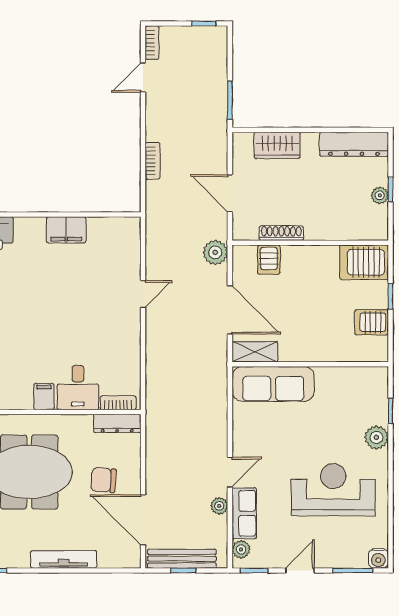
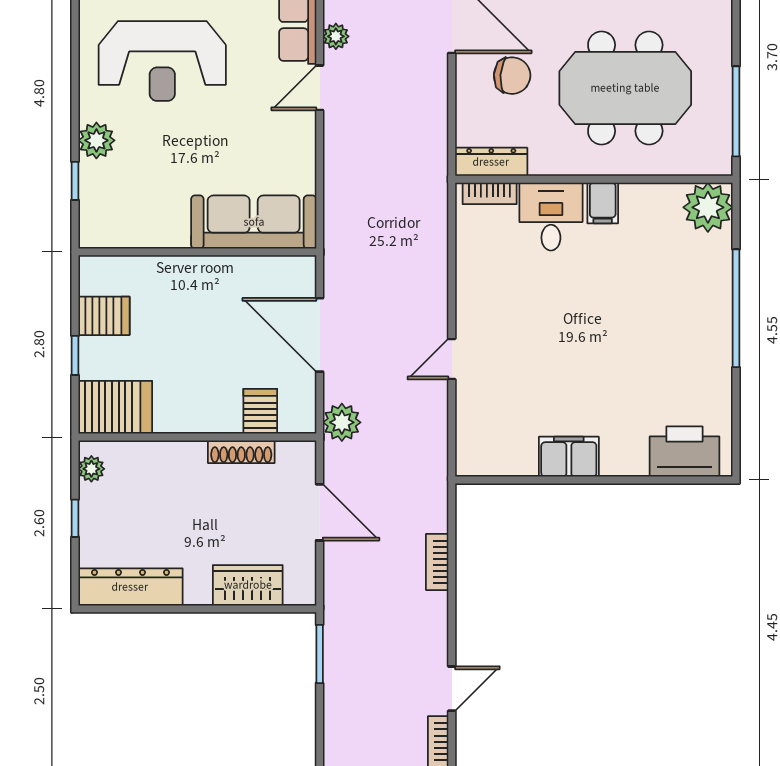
plant: (380, 195) -> (91, 469), moved
shelving: (255, 352) -> (282, 271), removed

